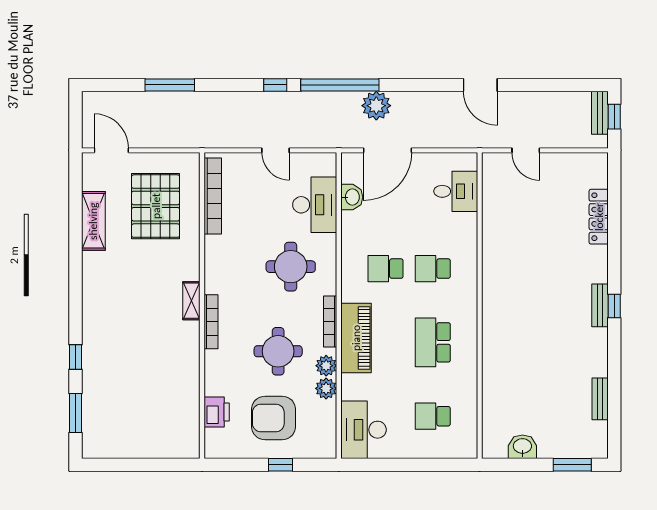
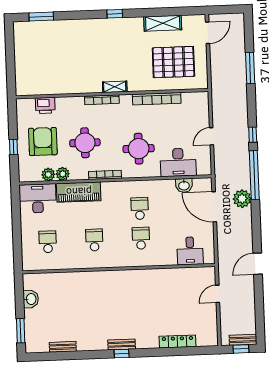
bookcase: (213, 196) -> (157, 99), moved
piano: (356, 338) -> (79, 192), moved
school desk: (433, 342) -> (94, 240), width x0.54
window: (75, 357) -> (115, 14), moved
plant: (326, 366) -> (48, 175), moved

